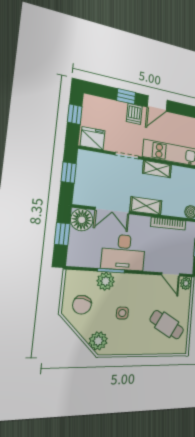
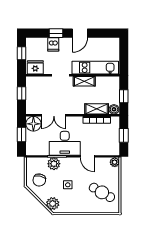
dishwasher: (134, 114) -> (53, 44), moved
shelving: (146, 206) -> (97, 109), moved
door: (171, 274) -> (87, 156), moved

